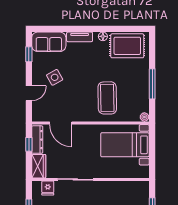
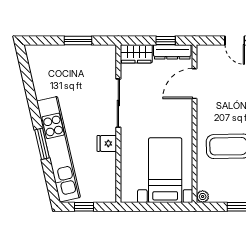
fridge: (48, 188) -> (107, 143), moved

